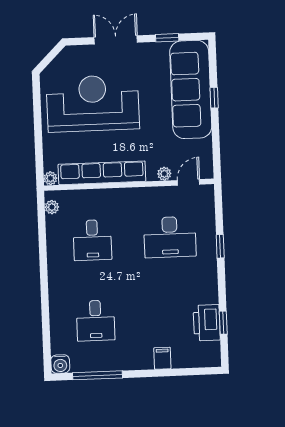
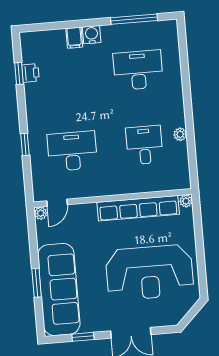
window: (214, 98) -> (37, 283), width x1.50
plant: (164, 174) -> (41, 213), moved
plant: (52, 207) -> (180, 134), moved
desk: (96, 321) -> (138, 70), width x1.37
printer: (207, 323) -> (31, 73), width x0.53, depth x0.68
water cooler: (60, 364) -> (92, 35), moved

